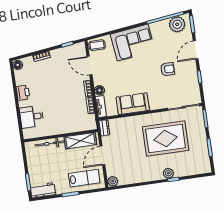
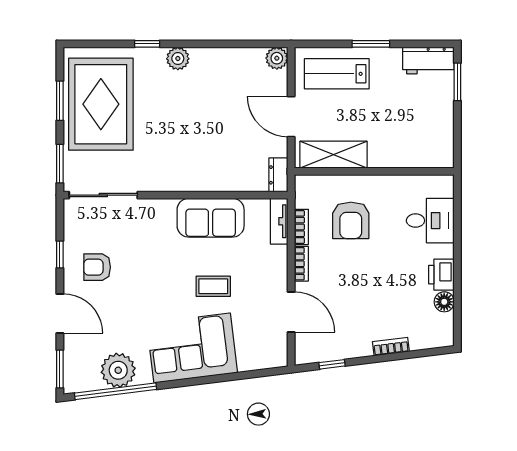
plant: (177, 24) -> (118, 370), moved
coffee table: (97, 45) -> (213, 286), moved
door: (196, 50) -> (60, 313), hinge flipped
floor lamp: (18, 65) -> (444, 302), moved
armchair: (167, 69) -> (97, 267), moved
floor lamp: (99, 90) -> (277, 256), removed
armchair: (68, 112) -> (351, 220), added
rug: (166, 138) -> (101, 104), moved, turned 90
bicycle: (50, 143) -> (400, 158), removed
door: (102, 155) -> (291, 117), swing flipped
plant: (168, 173) -> (178, 59), moved

